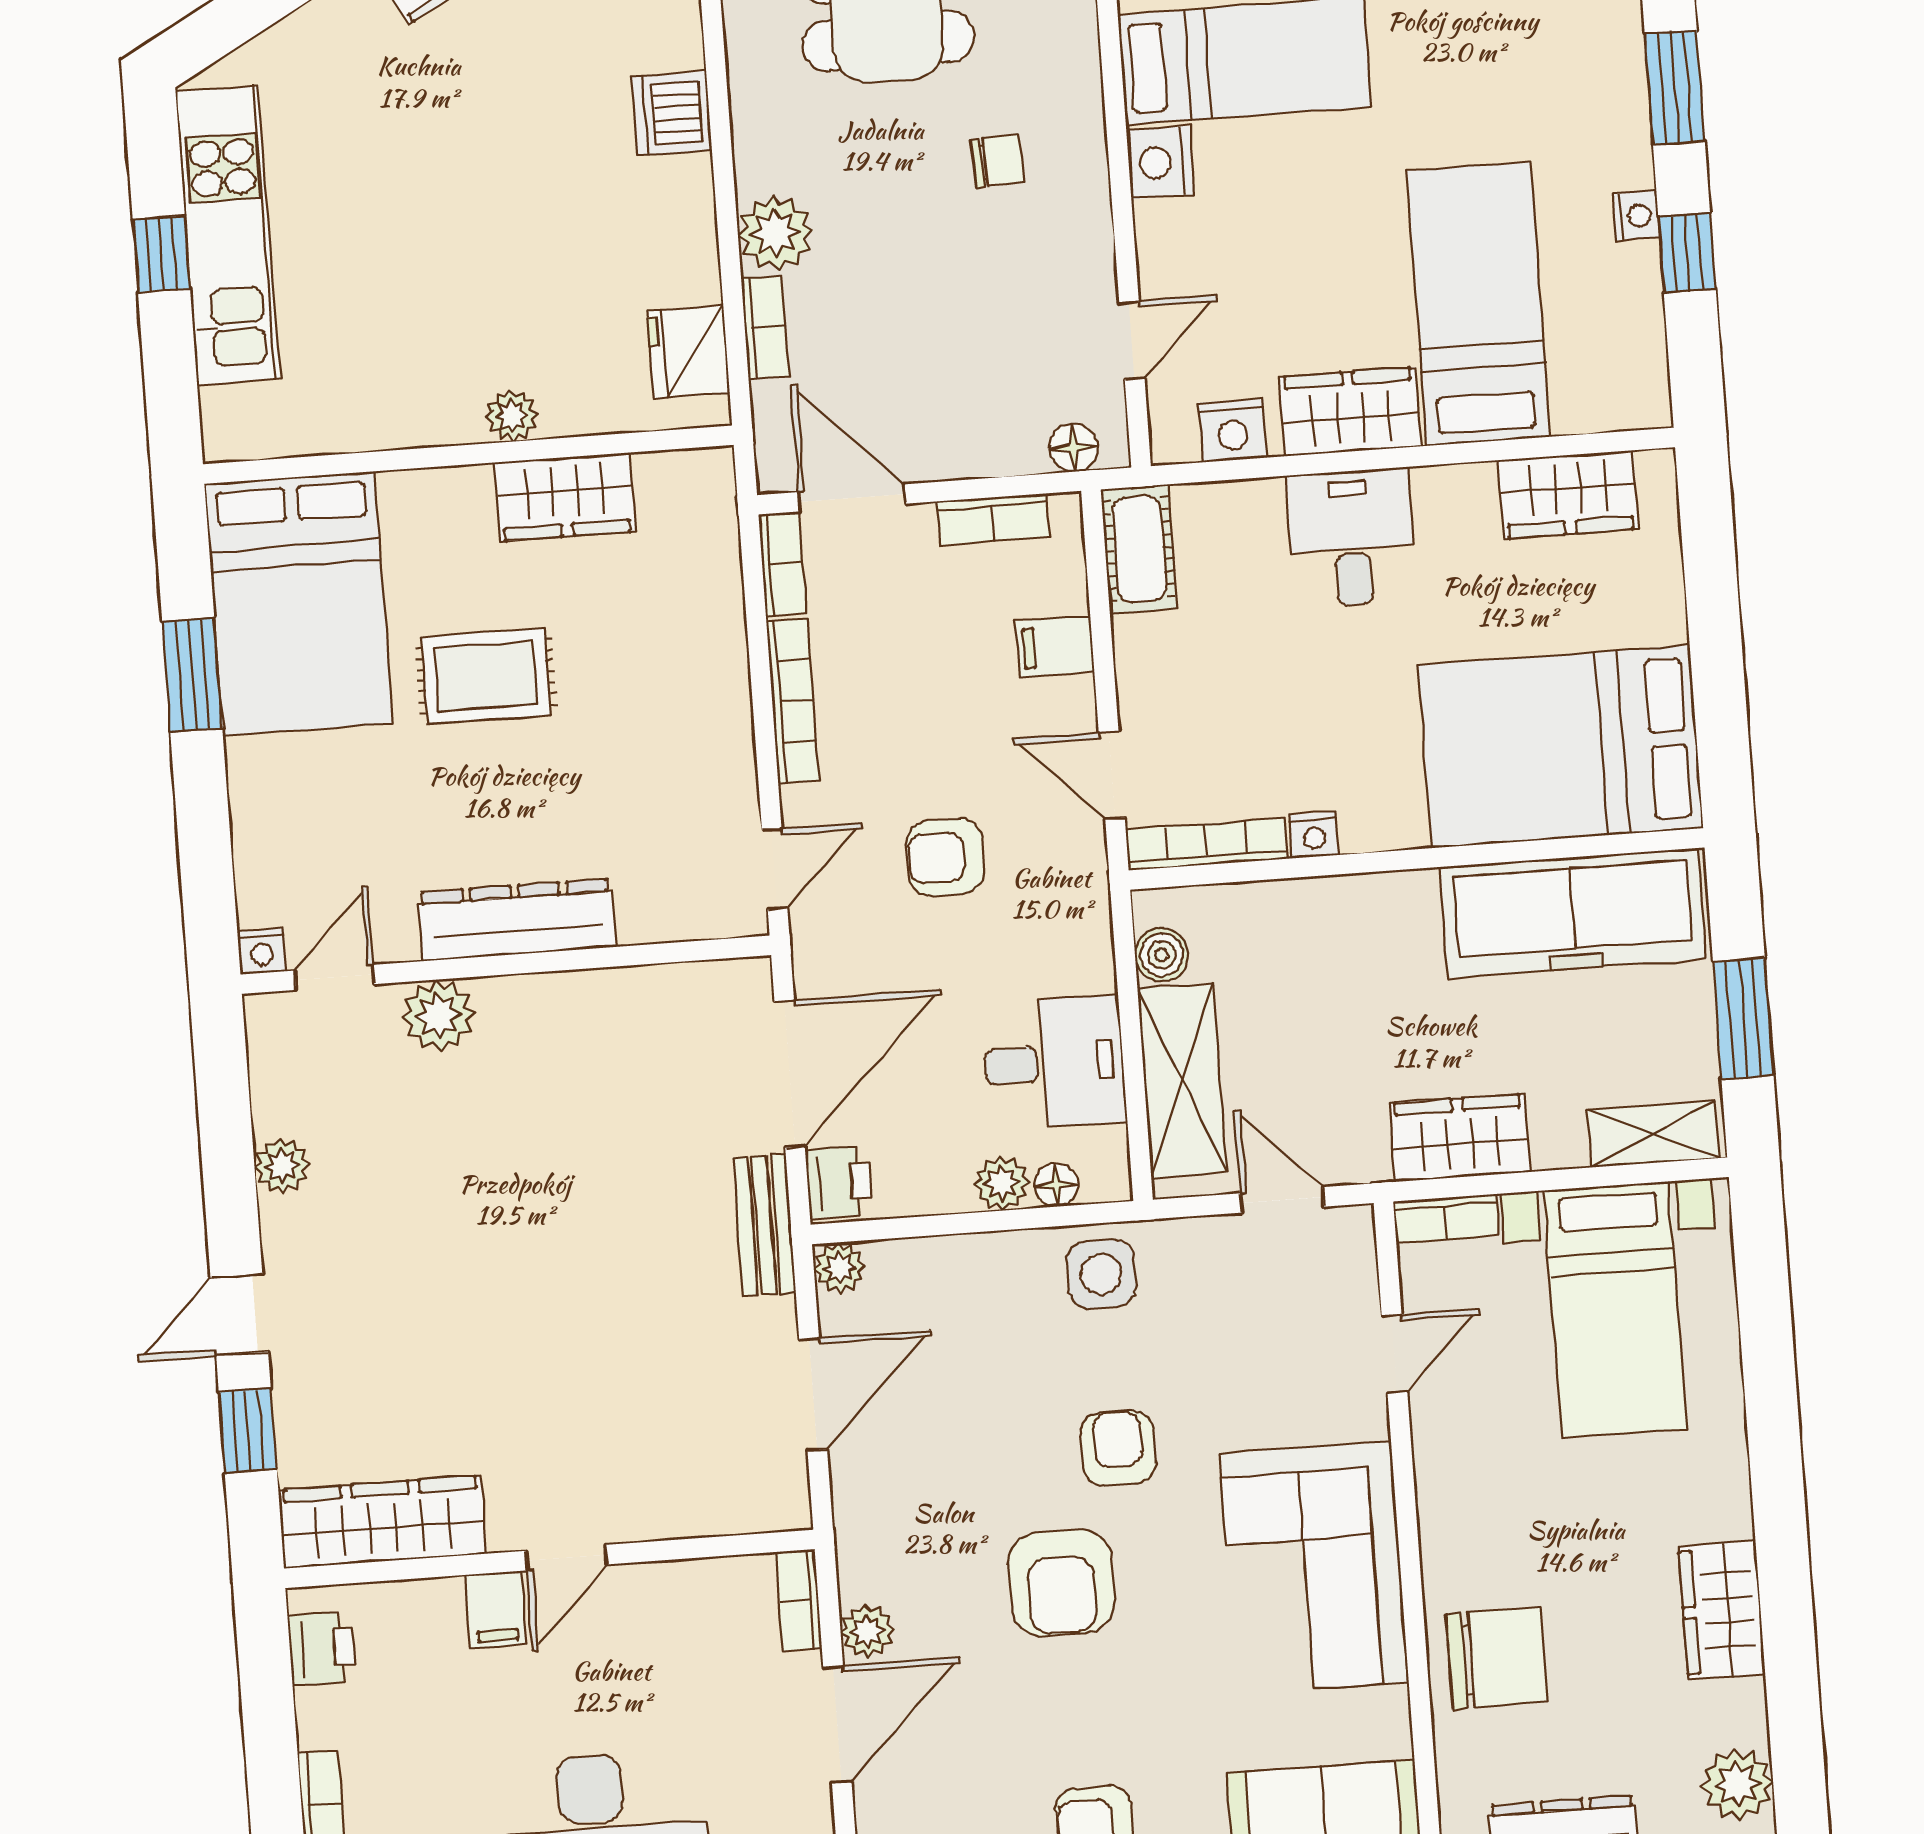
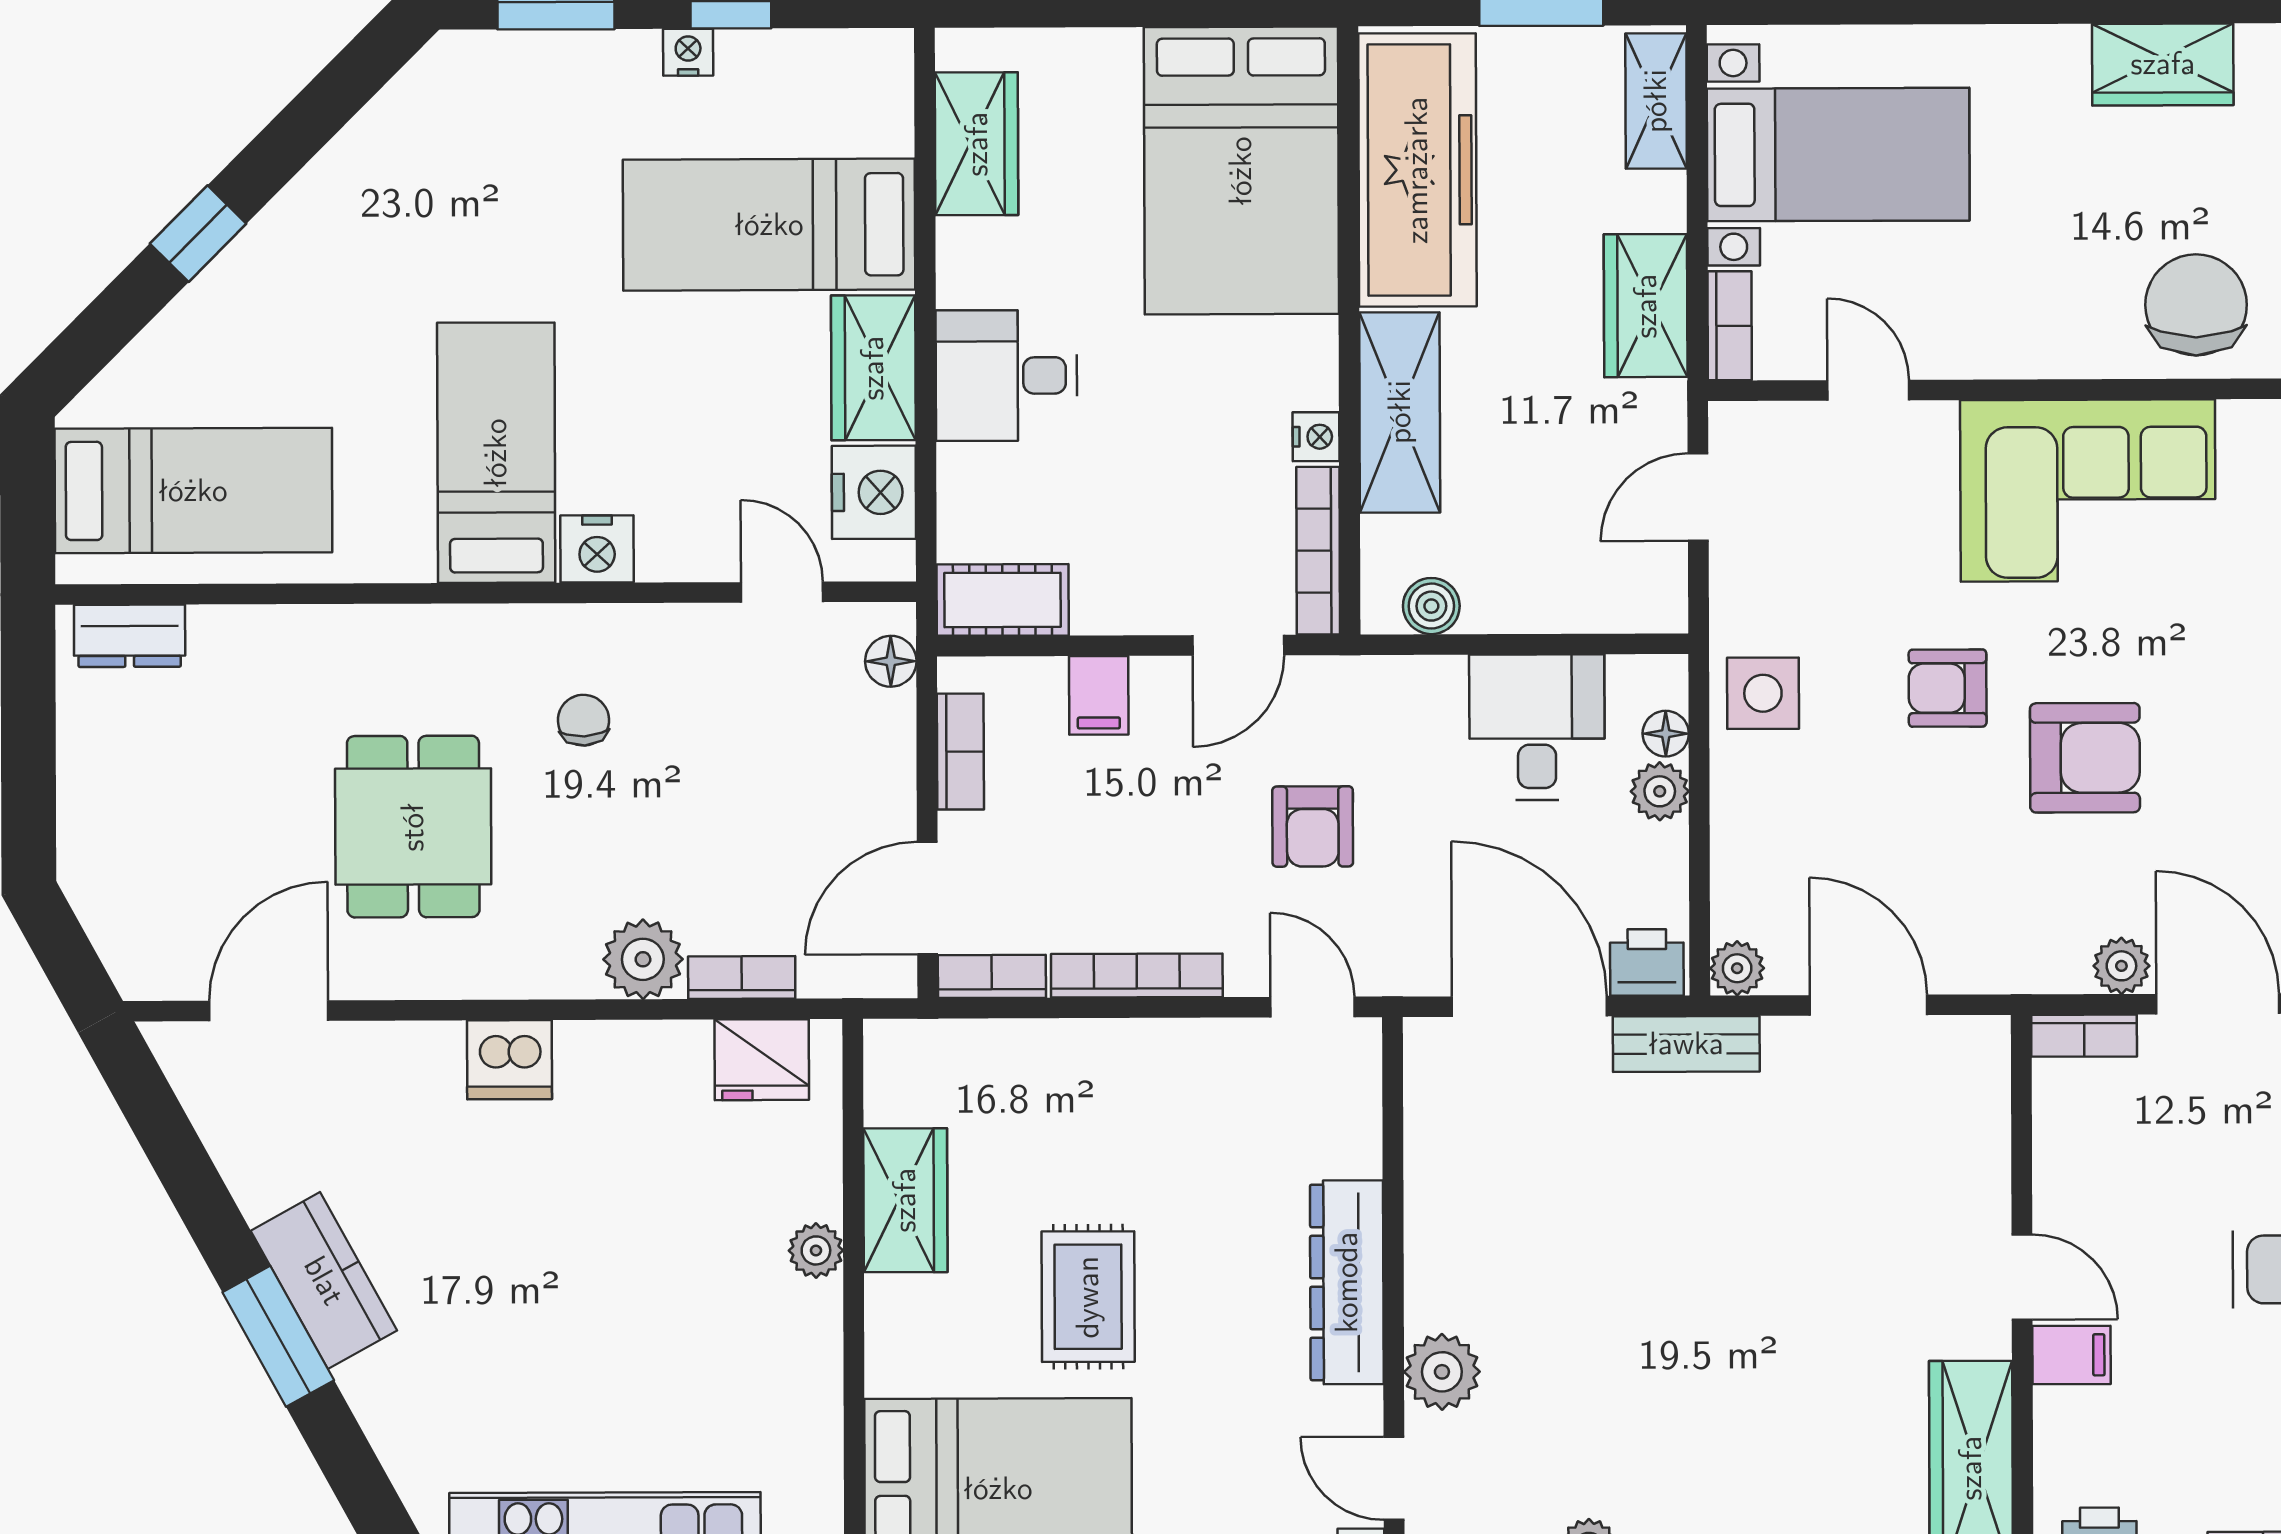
nightstand: (1233, 430) -> (874, 492), width x1.36, depth x1.33
shelving: (1182, 1081) -> (1400, 412), moved, turned 90

